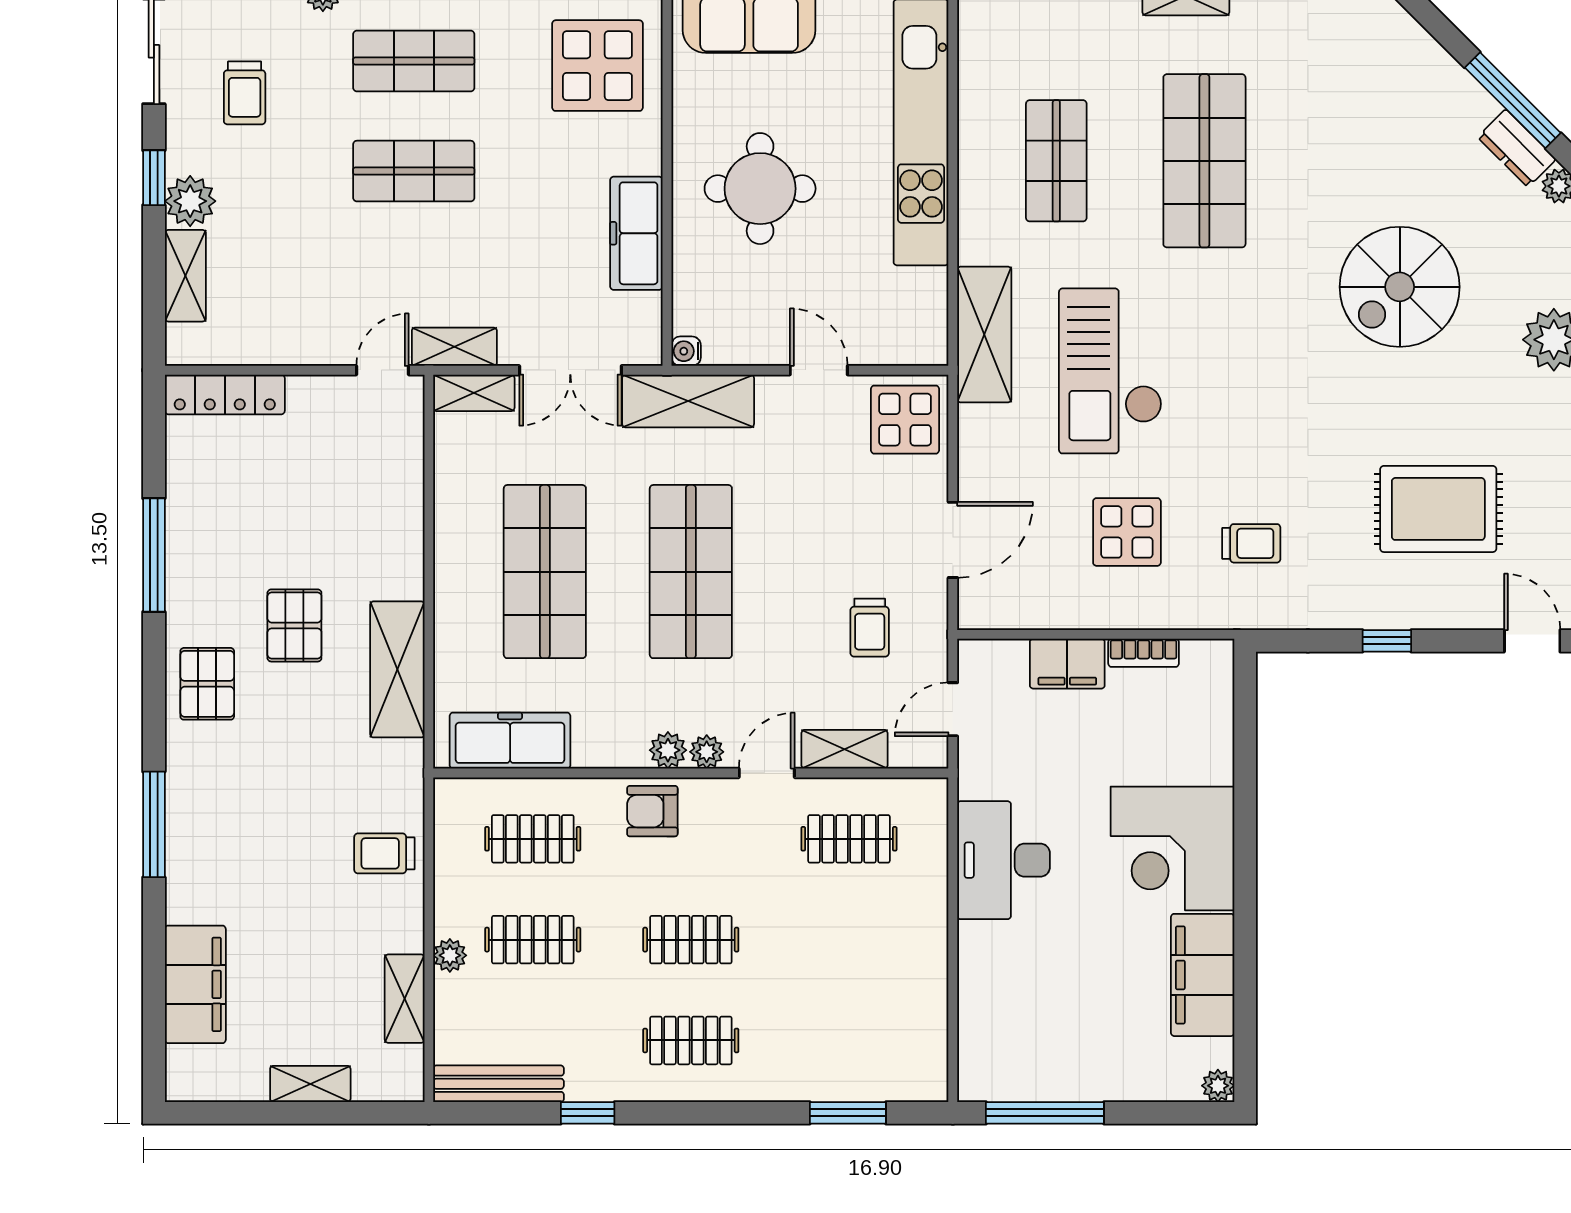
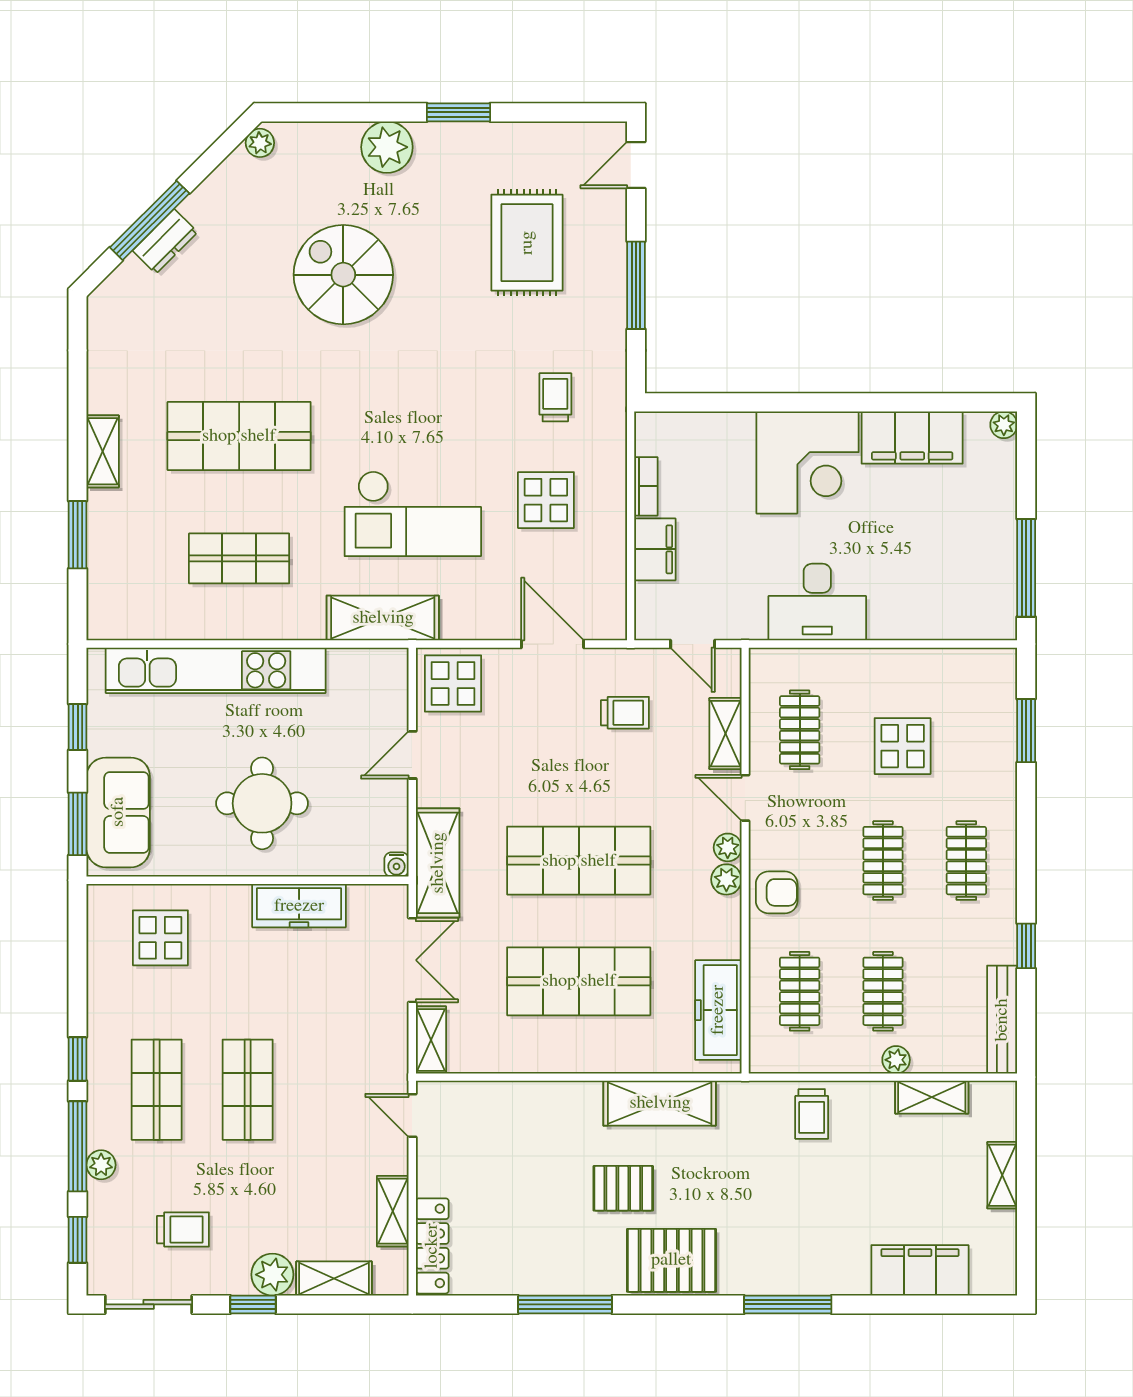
display table: (597, 66) -> (160, 938), width x0.73, depth x0.73
window: (1513, 100) -> (150, 220), moved
dresser: (1517, 148) -> (165, 241), moved
spiral stairs: (1400, 287) -> (343, 275), turned 180
shelving: (454, 347) -> (393, 1211), moved
window: (1387, 641) -> (636, 285), width x2.17
pallet: (207, 684) -> (671, 1260), width x1.50, depth x1.42
armchair: (652, 811) -> (777, 892), turned -90
display table: (829, 963) -> (903, 746), added

